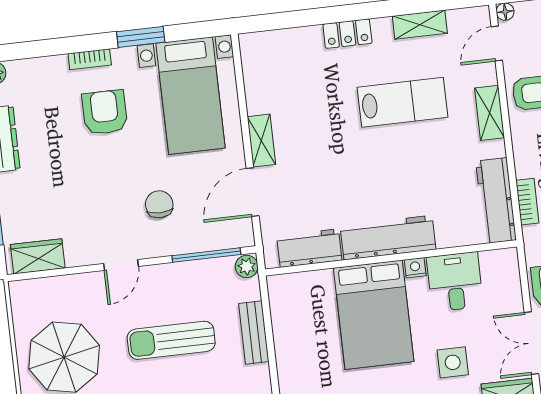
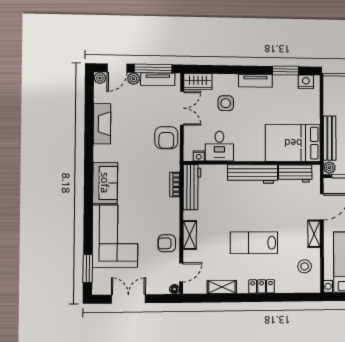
stool: (272, 79) -> (305, 266), added
lab bench: (402, 102) -> (254, 243), moved
nightstand: (415, 268) -> (199, 156), moved
bed: (374, 315) -> (293, 143), moved, turned -90
bench: (254, 333) -> (330, 138), width x1.36

